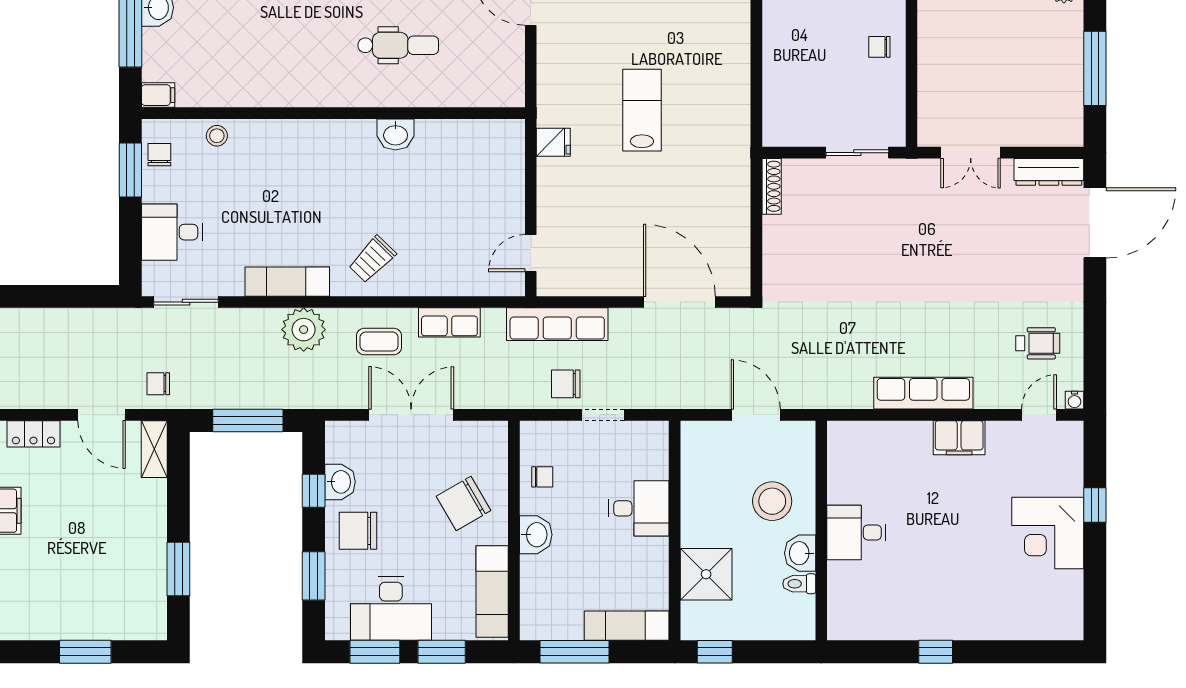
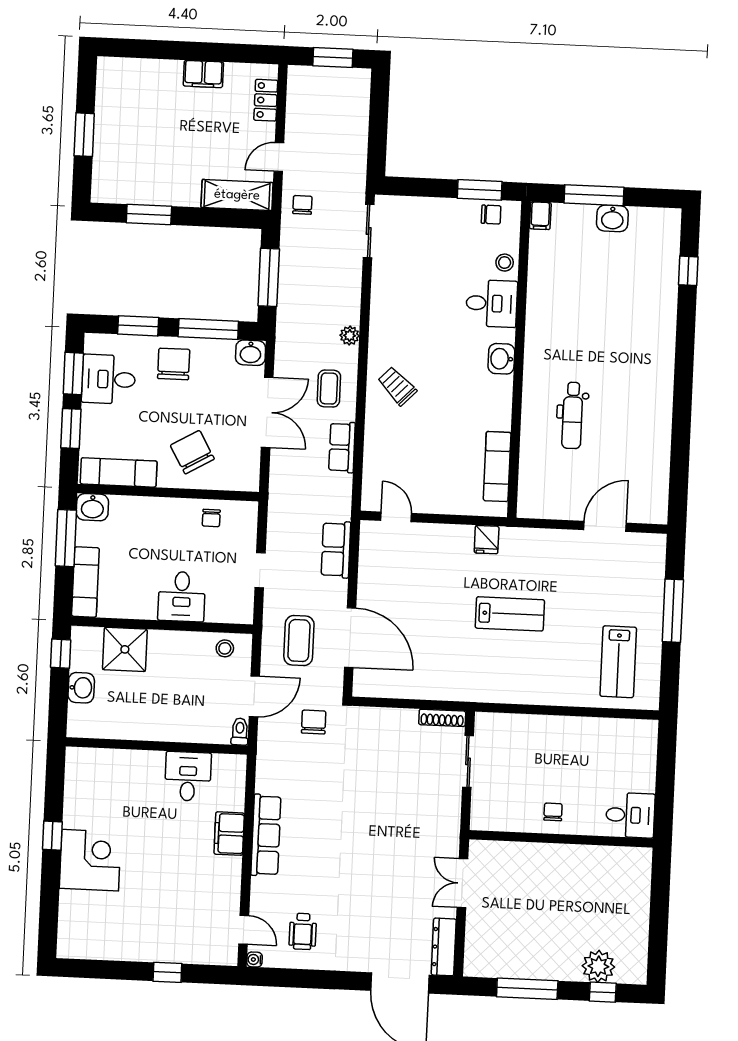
washbasin: (396, 134) -> (501, 359), moved
sliding door: (857, 153) -> (468, 761), moved
desk: (172, 232) -> (492, 303), moved, turned 90
exam couch: (287, 282) -> (497, 467), moved, turned 180
door: (679, 302) -> (350, 638), hinge flipped
row of seats: (557, 324) -> (336, 550), width x0.68
plant: (304, 330) -> (350, 336), width x0.53, depth x0.53
coffee table: (686, 364) -> (299, 641), added
chair: (566, 384) -> (314, 722), moved
door: (102, 415) -> (279, 157), width x0.73
filing cabinet: (959, 438) -> (229, 834), moved
shelving: (154, 449) -> (237, 195), width x1.50, depth x1.33
washbasin: (340, 482) -> (251, 353), moved
window: (314, 491) -> (208, 329), width x2.17
stool: (772, 501) -> (225, 648), moved, width x0.53, depth x0.53
desk: (856, 532) -> (188, 776), moved
corner desk: (1048, 533) -> (90, 860), moved, turned 90
washbasin: (536, 535) -> (92, 507), moved
washbasin: (800, 553) -> (81, 688), moved, turned 90
toilet: (799, 584) -> (240, 732), moved
desk: (391, 609) -> (109, 379), width x0.73

